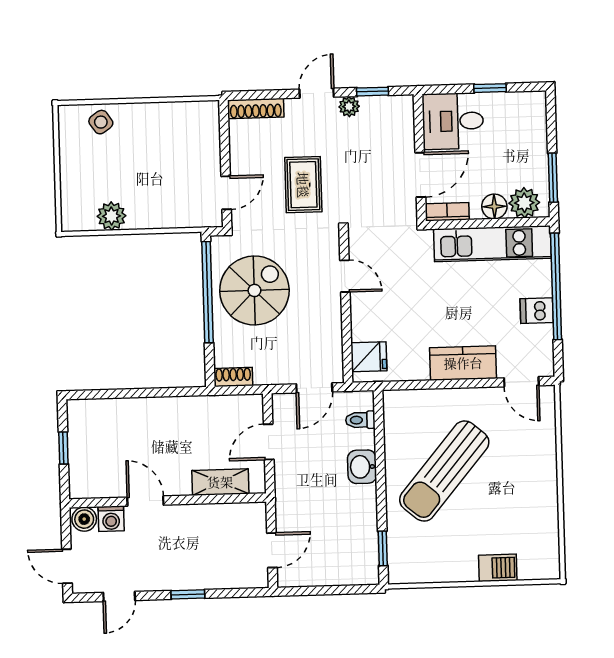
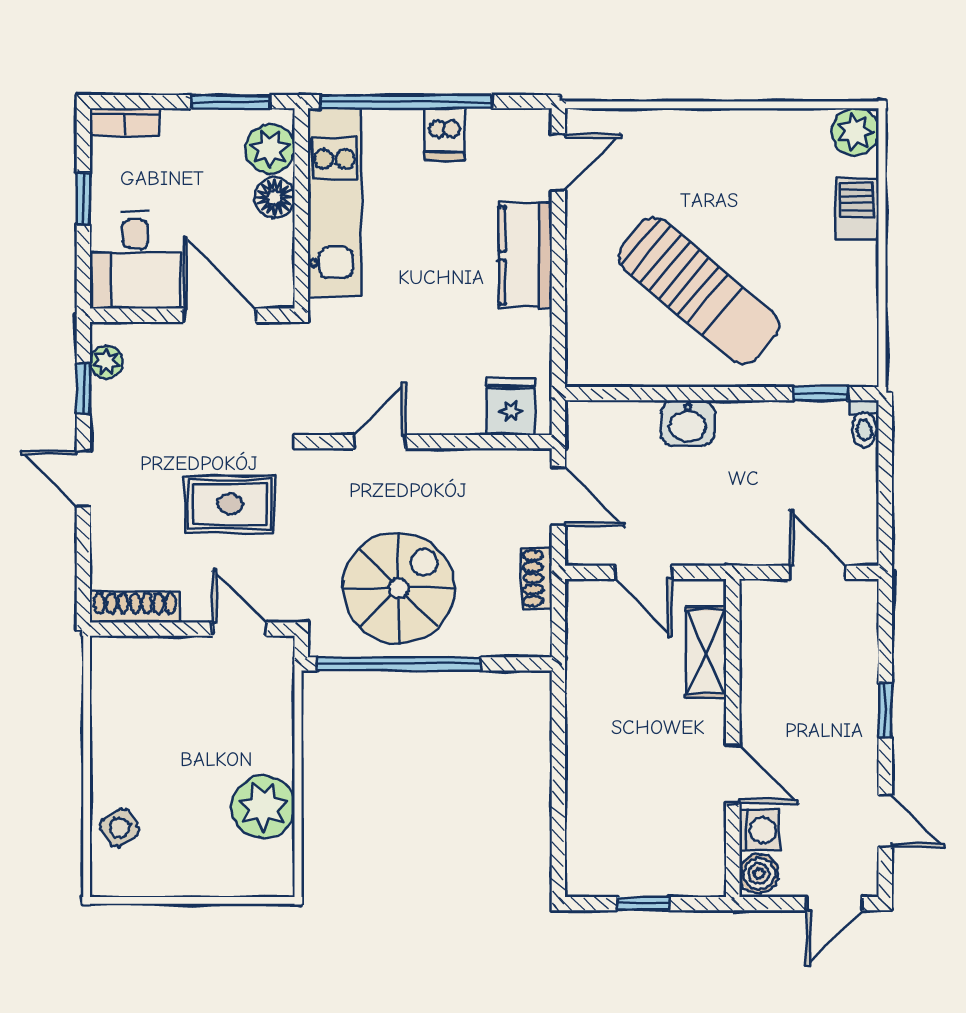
plant: (349, 107) -> (106, 362), moved
shoe rack: (256, 109) -> (135, 607), moved, turned -90
bookcase: (447, 212) -> (125, 122), moved, turned -90
plant: (111, 216) -> (263, 807), width x1.36, depth x1.36
spiral stairs: (254, 290) -> (398, 588), turned 90
shoe rack: (233, 377) -> (537, 578), moved
toilet: (360, 420) -> (864, 424), moved
door: (145, 501) -> (733, 774), swing flipped
plant: (546, 565) -> (855, 132), added

